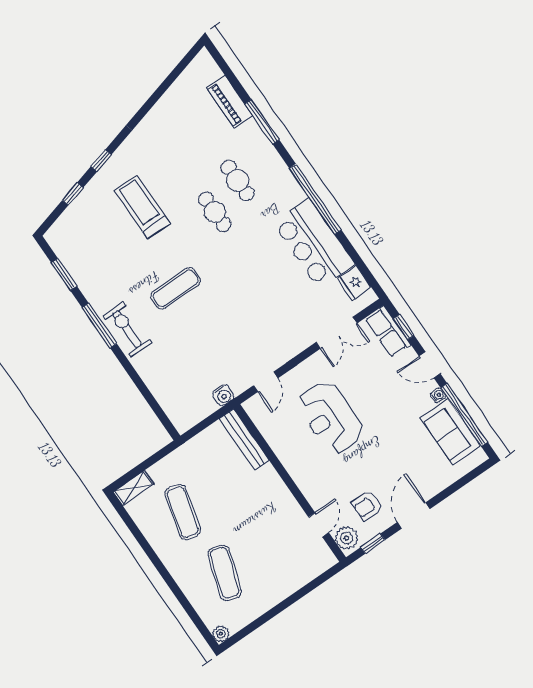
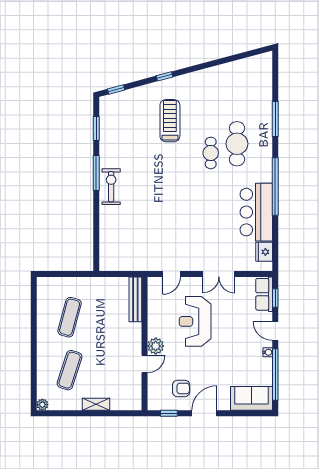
piano: (230, 102) -> (264, 94), removed
cafe table: (238, 180) -> (237, 144), width x1.37, depth x1.35
window: (73, 194) -> (116, 89), moved
exercise mat: (176, 288) -> (156, 182), removed
double door: (337, 333) -> (219, 274), moved
water cooler: (223, 395) -> (141, 265), removed
sofa: (451, 432) -> (252, 398), moved, turned 90
shelving: (134, 488) -> (96, 404), moved
armchair: (367, 505) -> (181, 388), turned 180
door: (319, 525) -> (145, 364), moved
plant: (347, 538) -> (156, 346), moved

